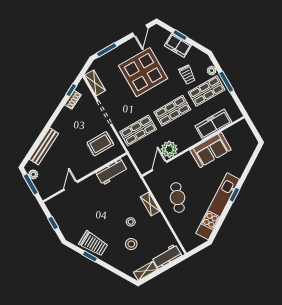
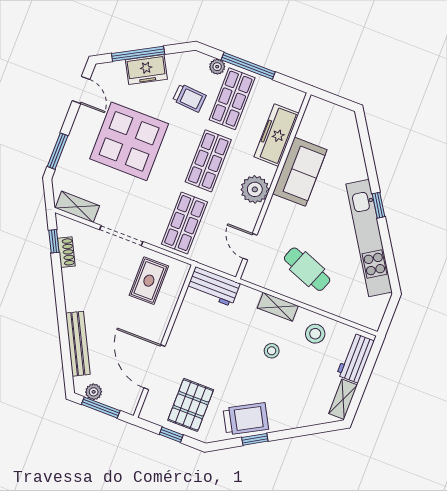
window: (180, 35) -> (138, 54), width x2.17
window: (226, 82) -> (248, 66), width x1.44
plant: (169, 149) -> (255, 189), moved
workbench: (112, 172) -> (213, 286), moved, turned 90
door: (71, 186) -> (155, 367), width x1.87
pallet: (73, 217) -> (191, 405), added
stool: (131, 244) -> (315, 334), moved

